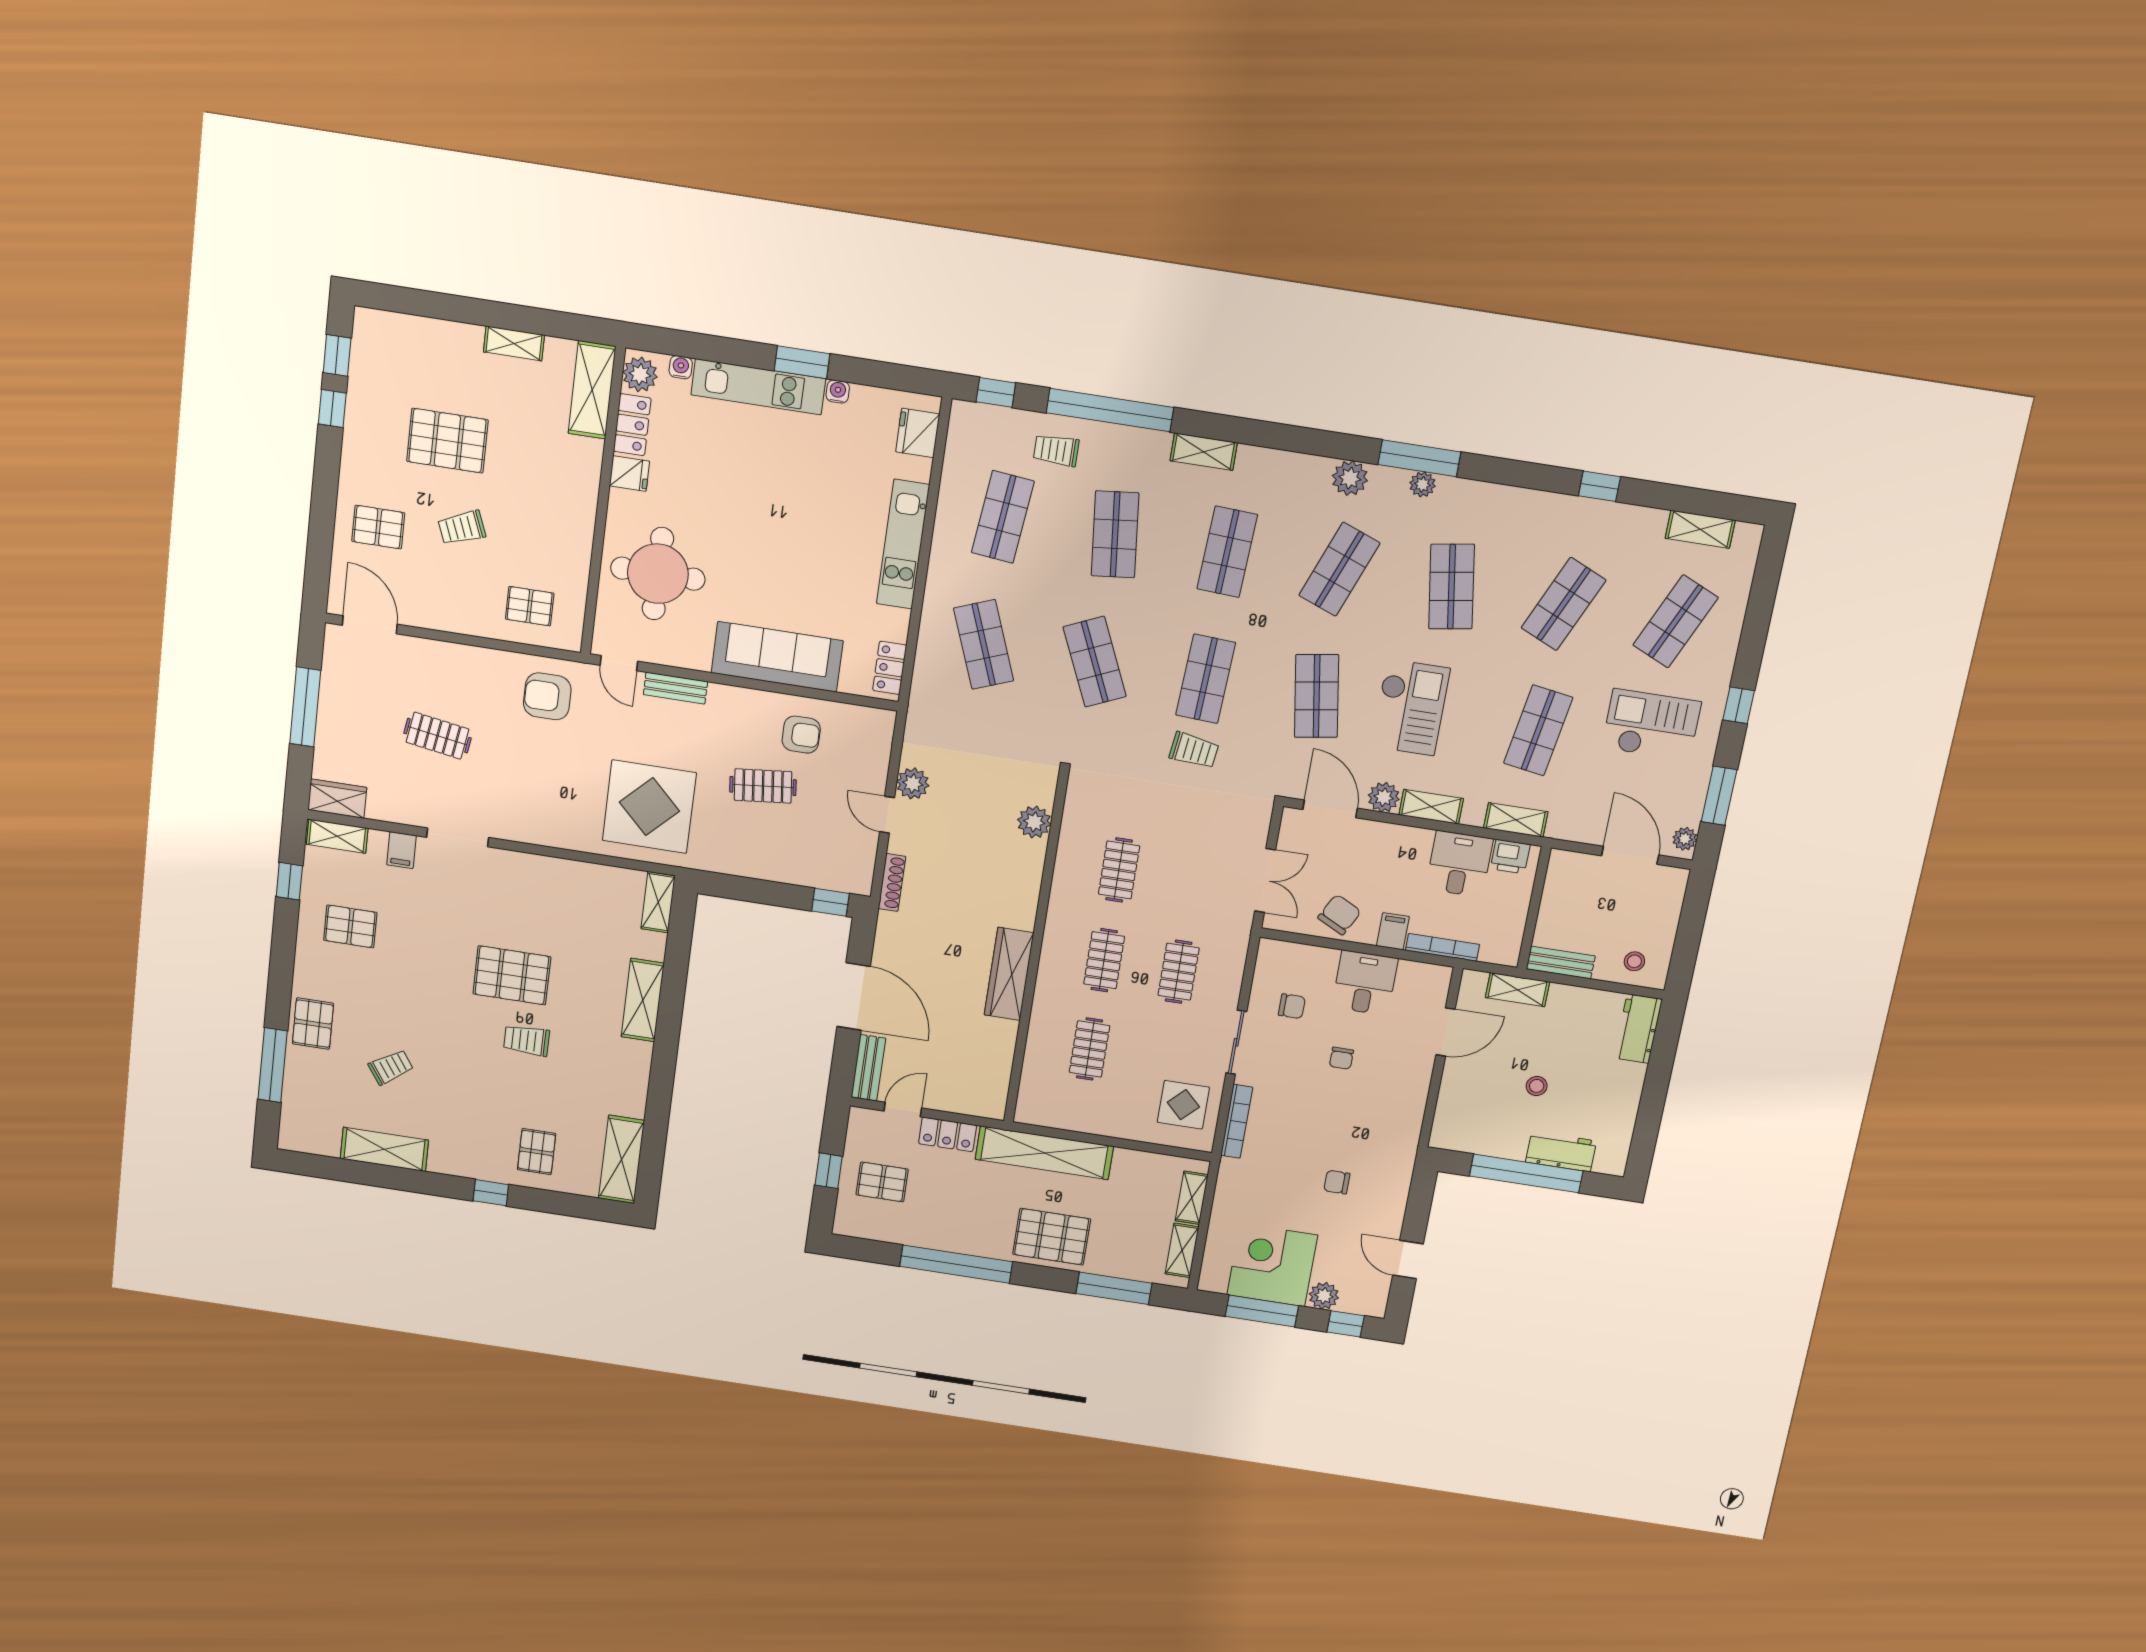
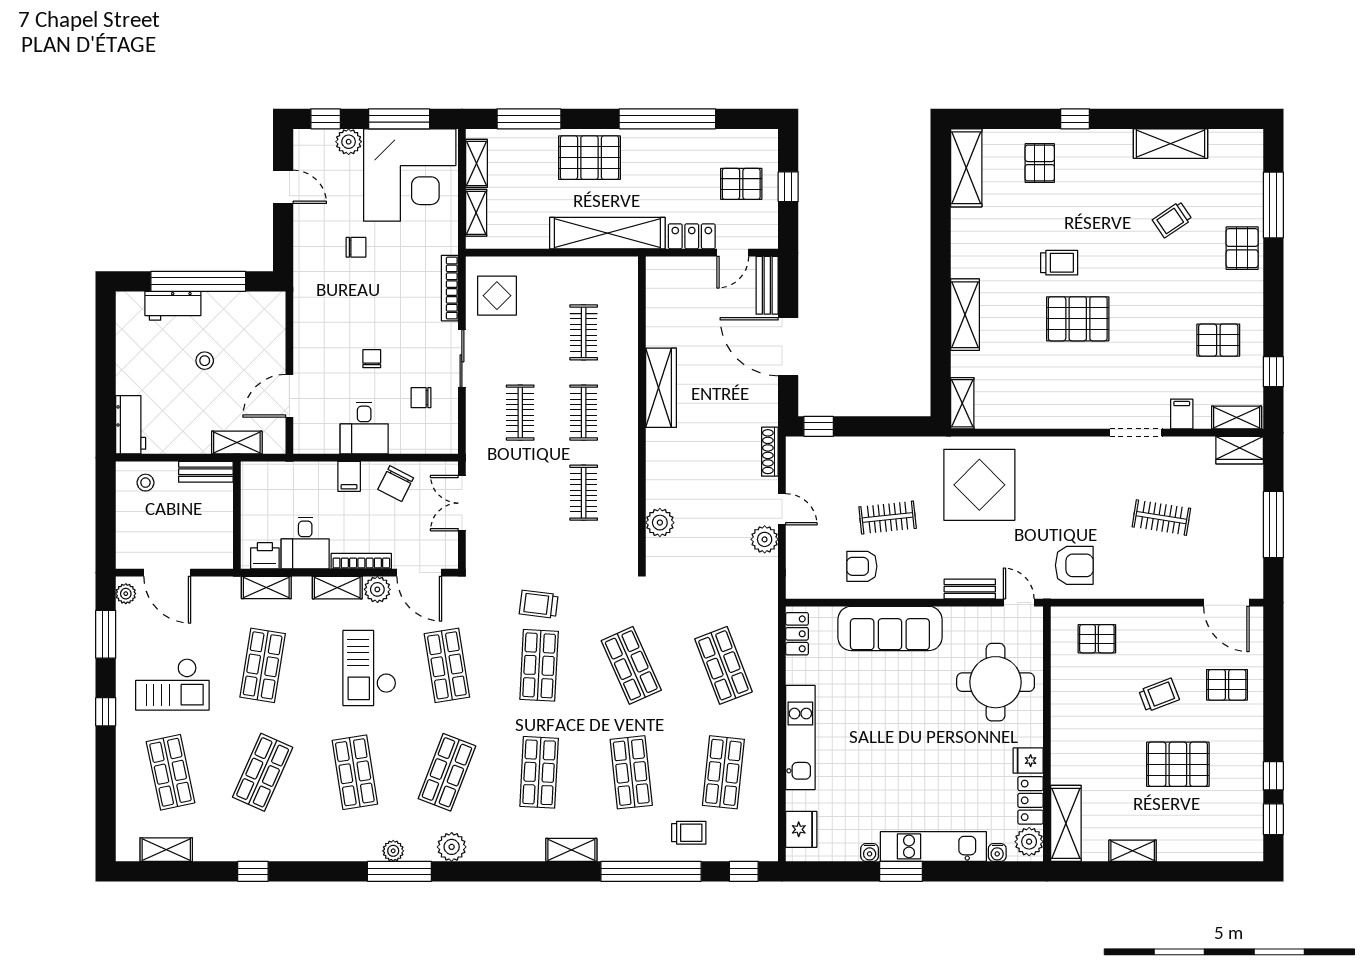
shop shelf: (1676, 621) -> (170, 772), turned -36
bookcase: (1442, 947) -> (361, 561), moved, turned 180
corner desk: (1272, 1265) -> (410, 175), width x1.36, depth x1.36

